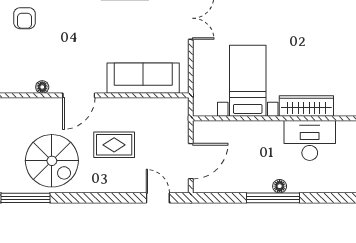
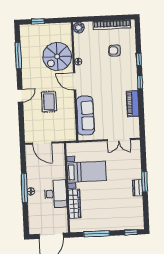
desk: (310, 140) -> (55, 194), moved
spiral stairs: (52, 161) -> (57, 56), moved
door: (158, 198) -> (20, 96), moved

